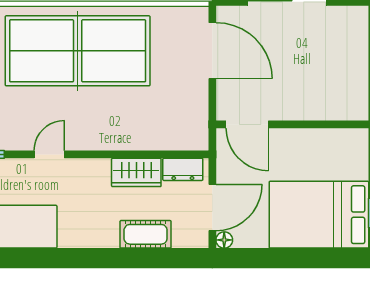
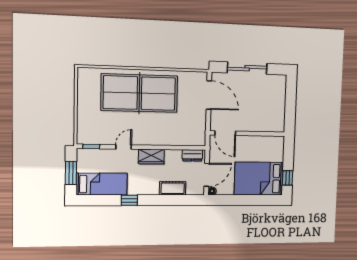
wardrobe: (136, 172) -> (151, 157), moved
window: (62, 258) -> (129, 200), added

